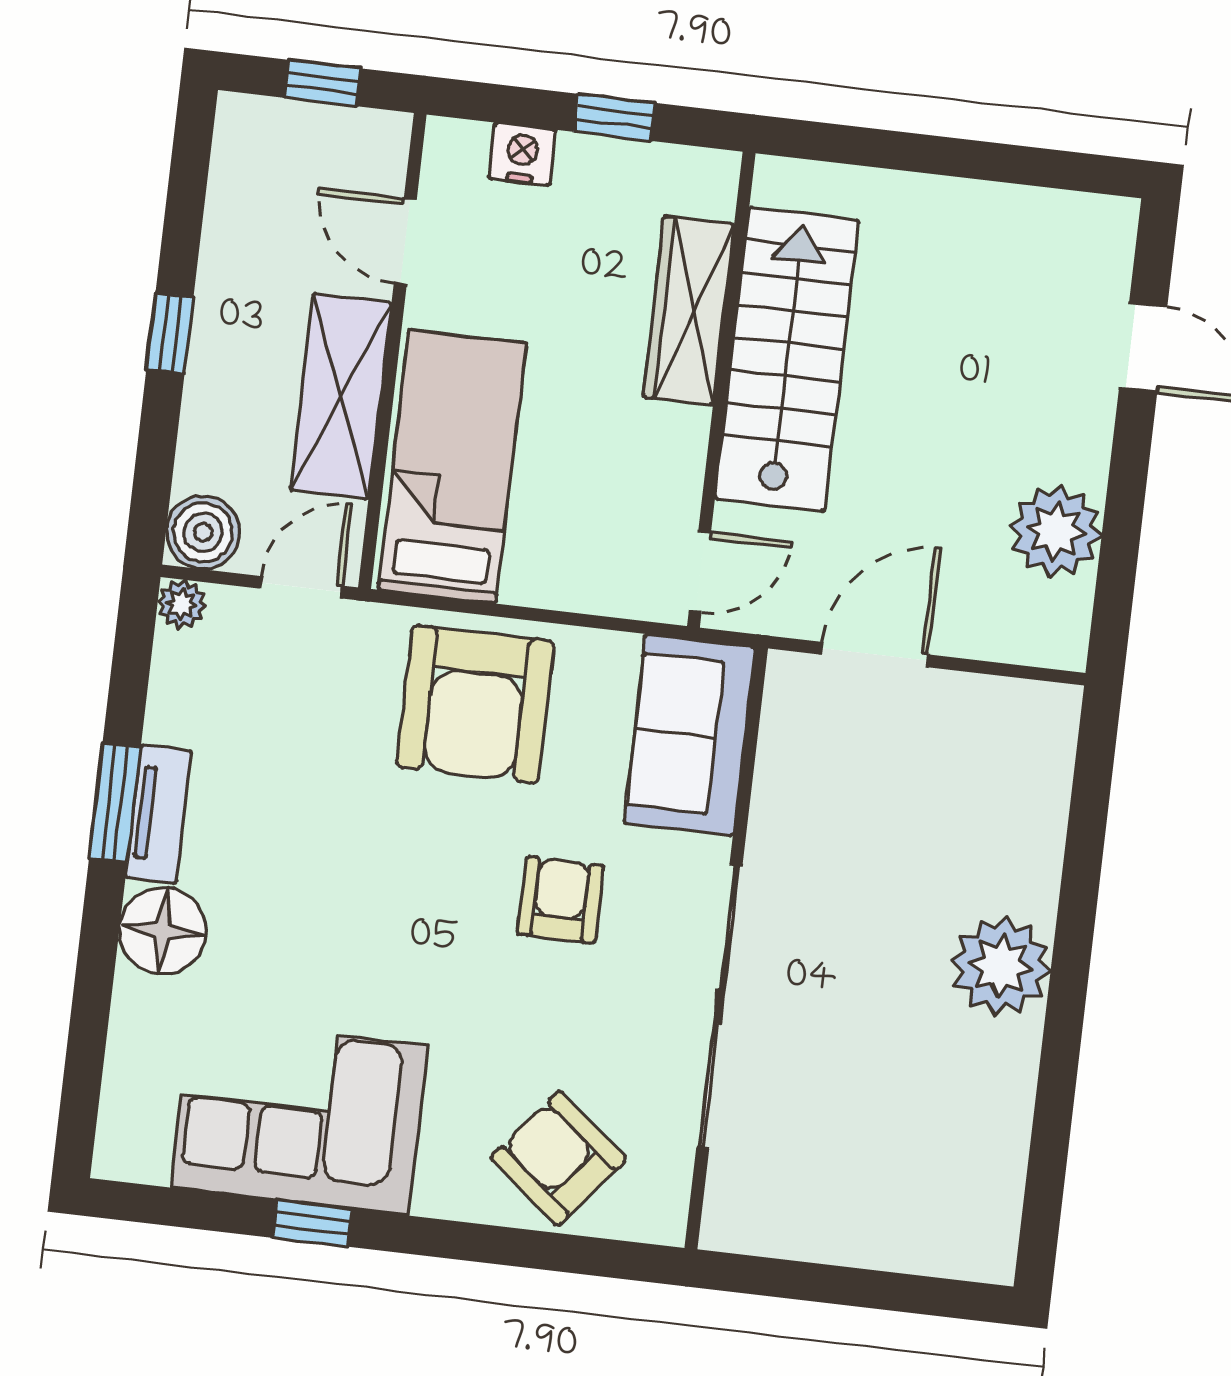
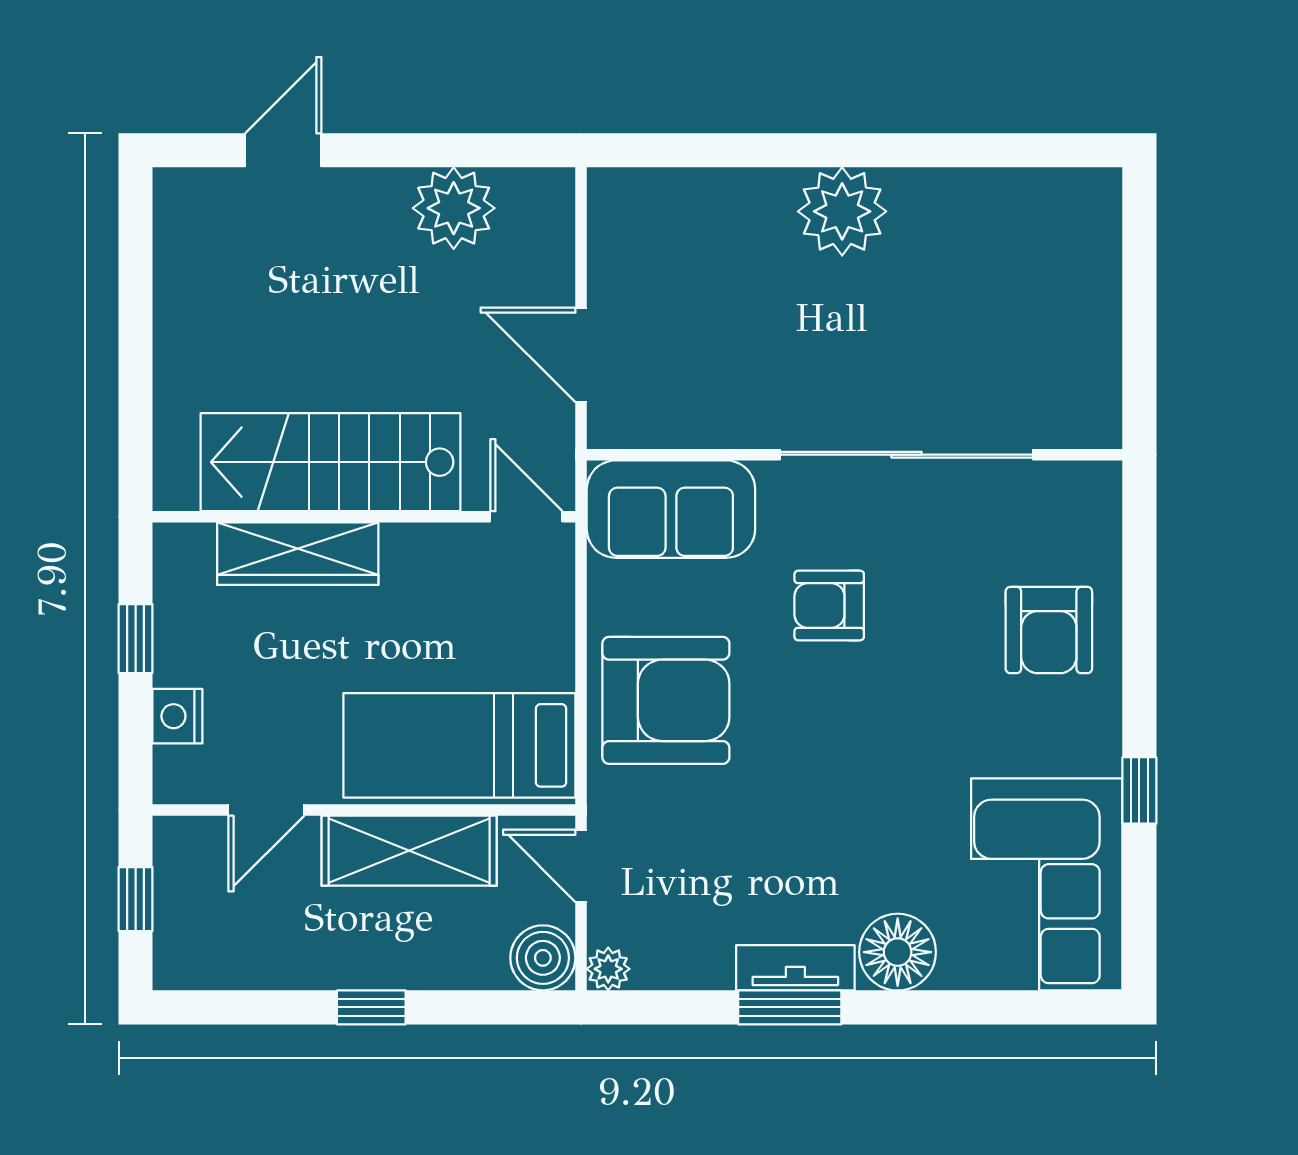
corner sofa: (299, 1117) -> (1047, 884), moved
armchair: (558, 1158) -> (1049, 630), moved, turned -39

